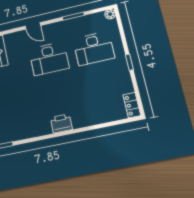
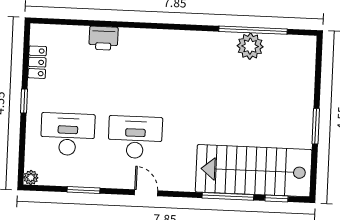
locker: (132, 105) -> (37, 62), moved
printer: (61, 123) -> (104, 38), moved

